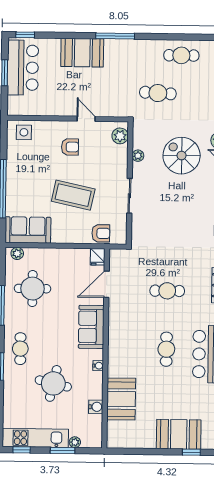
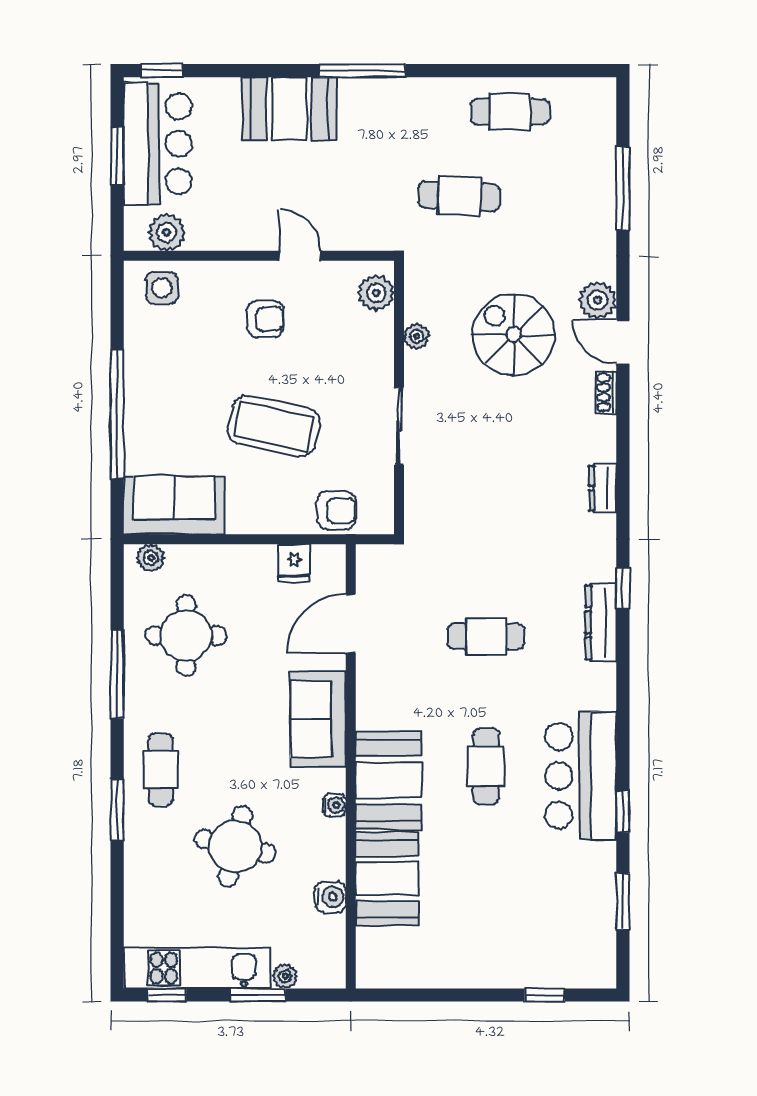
plant: (26, 107) -> (167, 232), added
fridge: (97, 257) -> (294, 563), moved
booth: (179, 434) -> (389, 780), moved, turned 90

